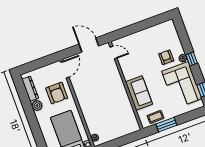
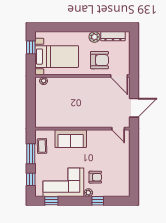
door: (114, 53) -> (118, 129), hinge flipped
window: (192, 59) -> (98, 201), moved
armchair: (57, 93) -> (99, 60), turned 180
window: (190, 116) -> (31, 179), added

